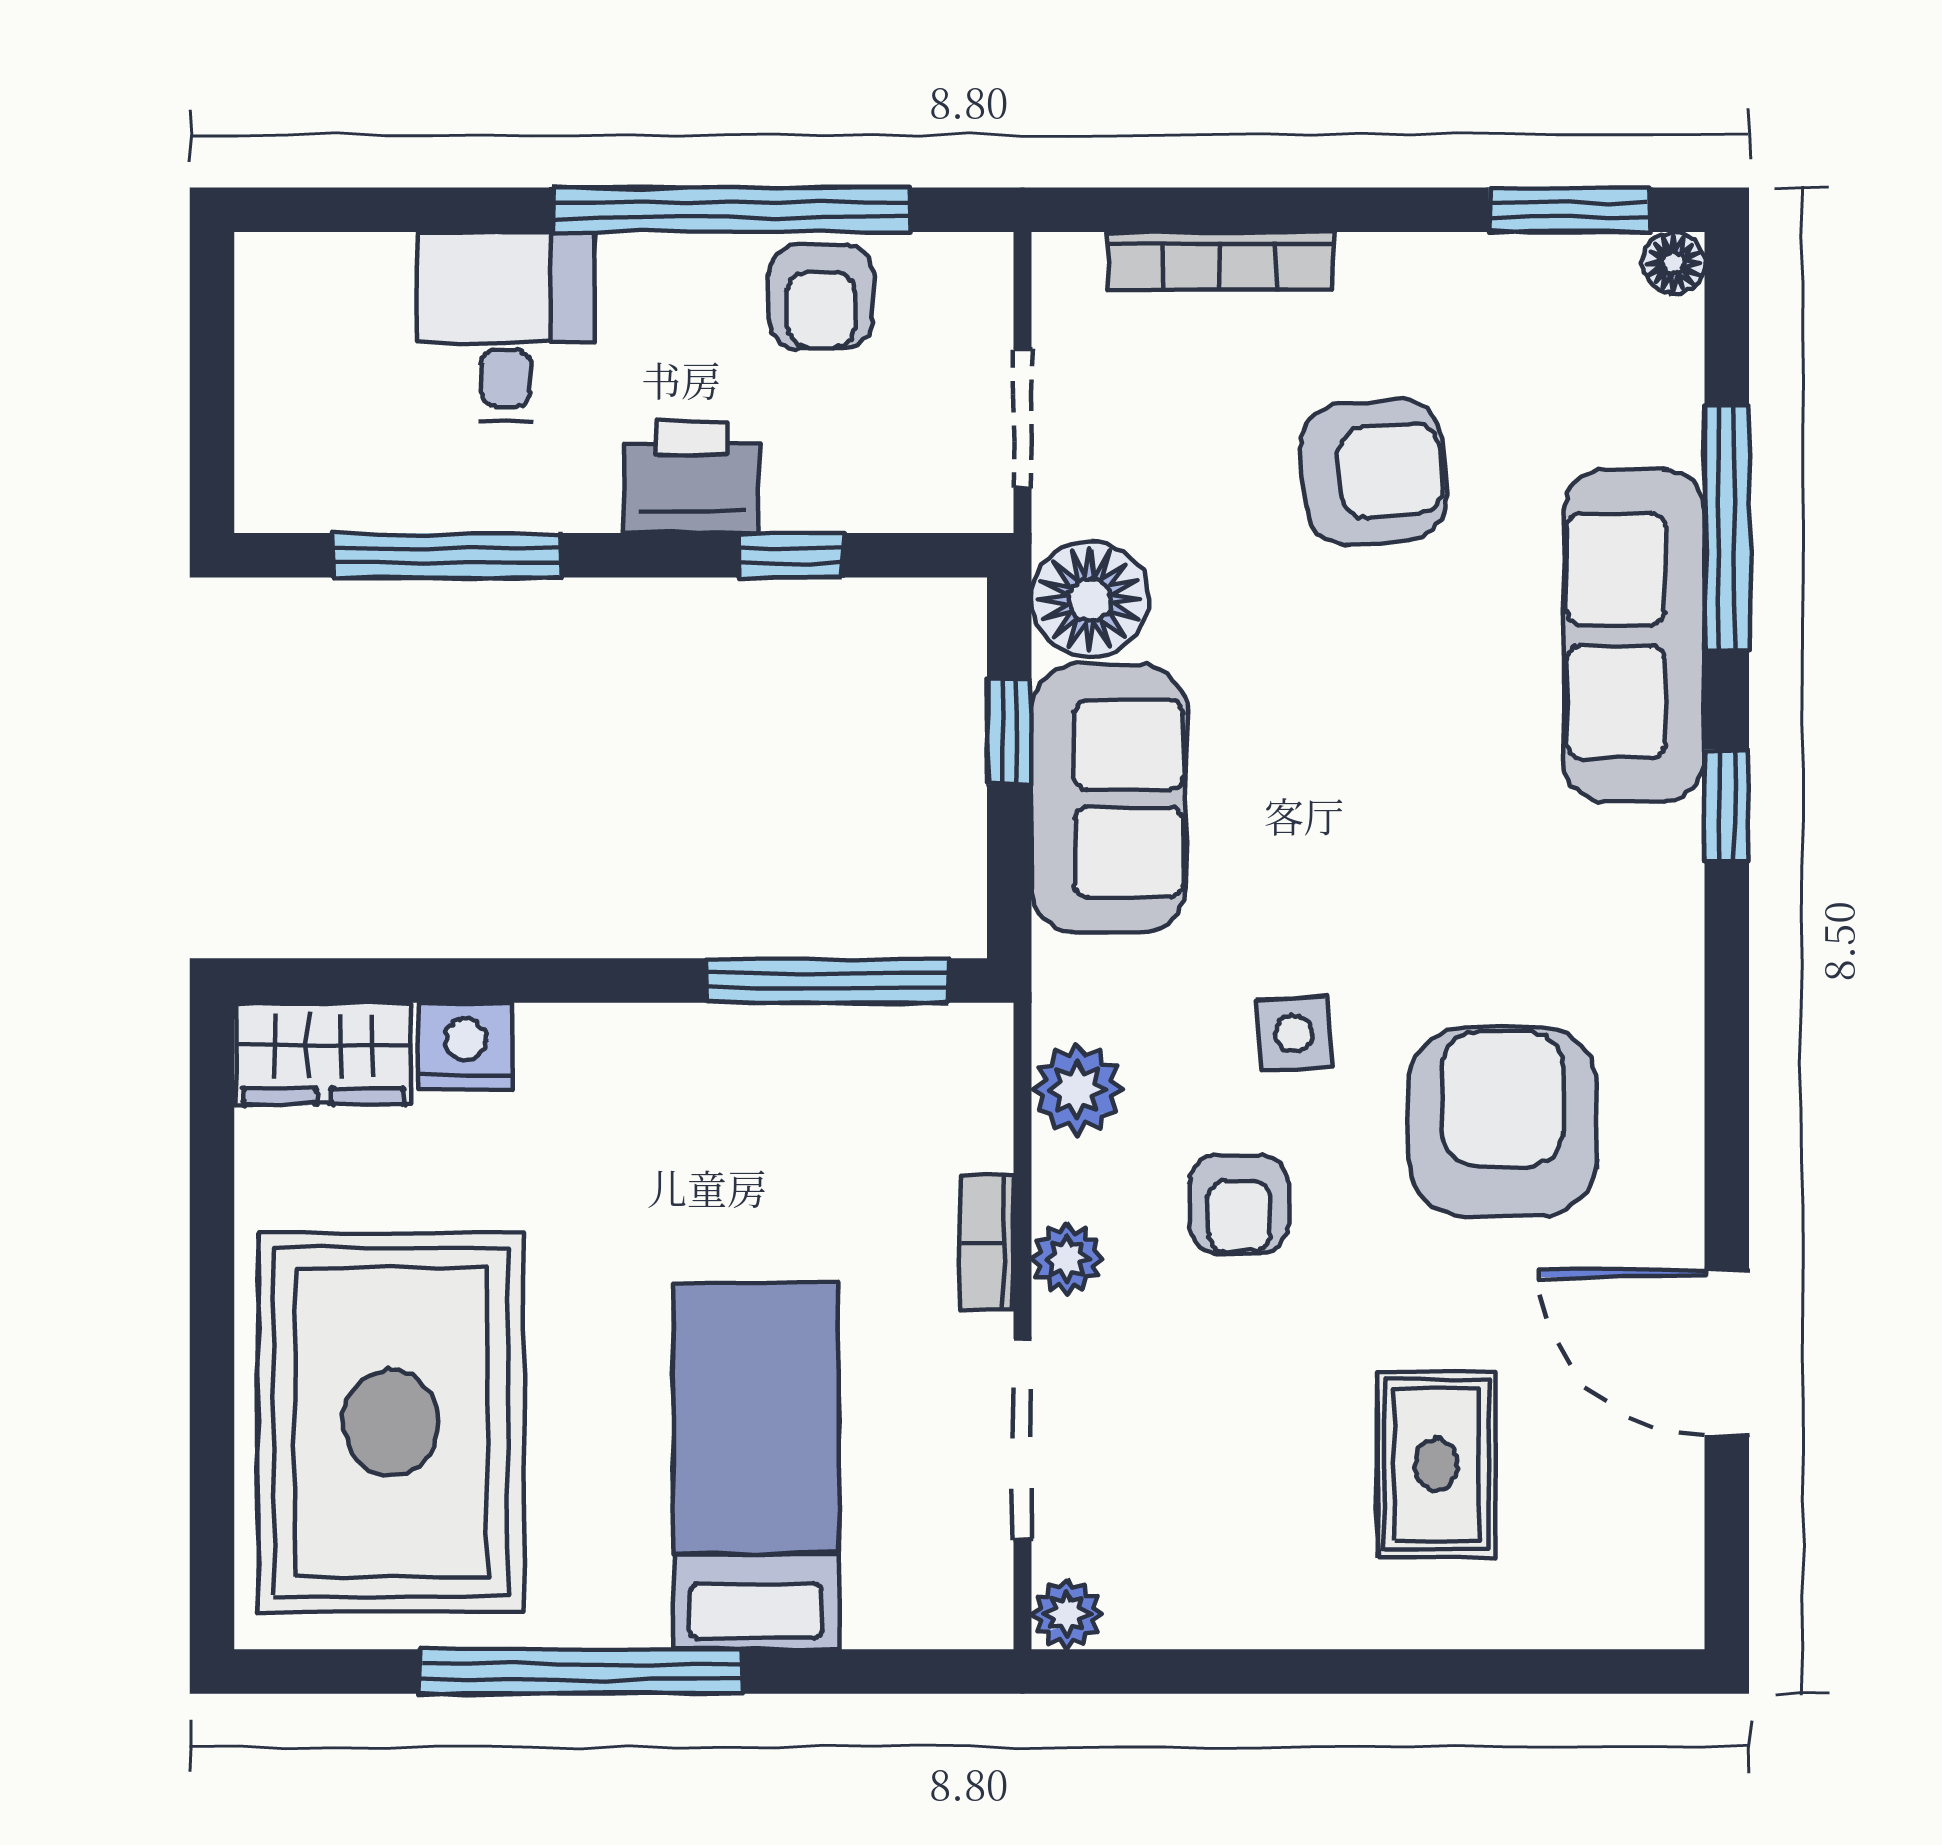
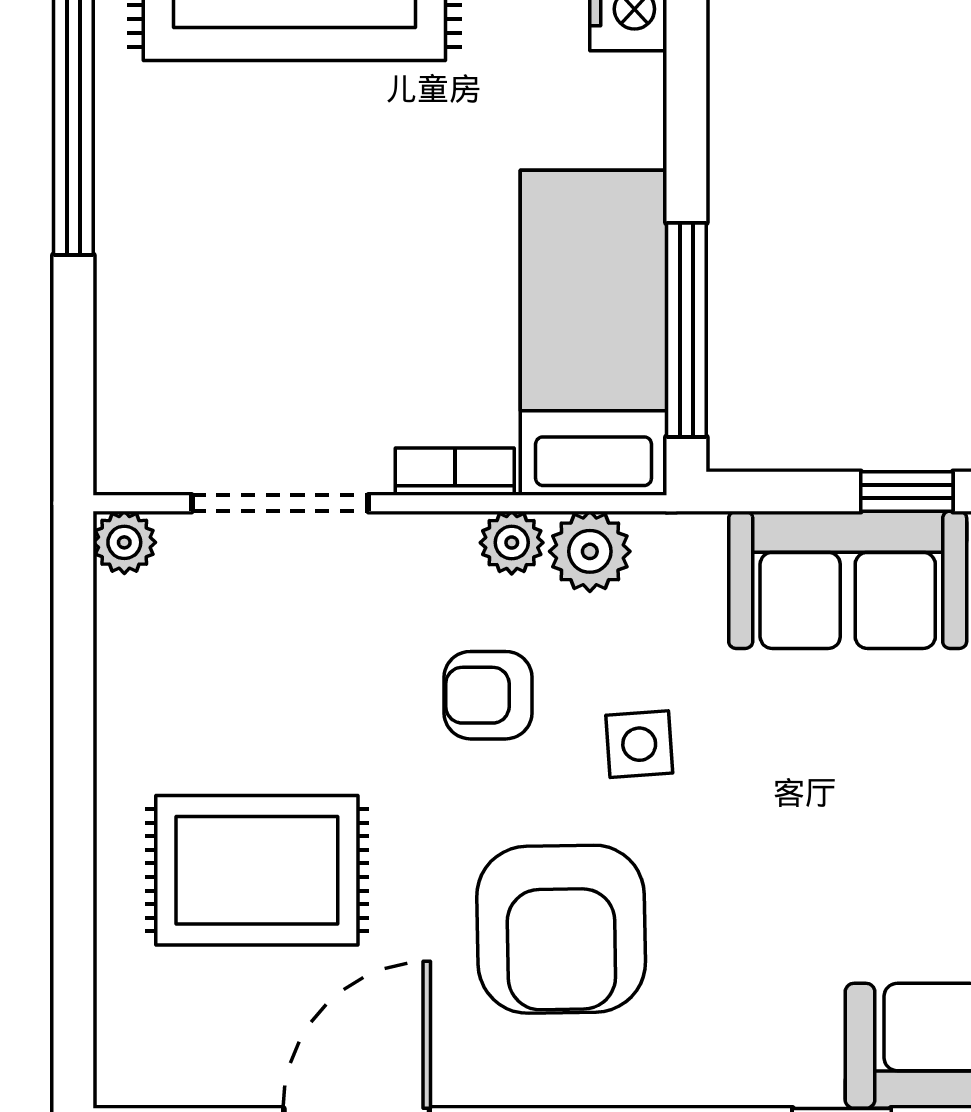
armchair: (1503, 1122) -> (561, 929), turned 89
plant: (1067, 1258) -> (512, 543), moved
rug: (1436, 1465) -> (257, 870), width x1.36, depth x1.43
bed: (756, 1466) -> (594, 333), moved, turned -90

